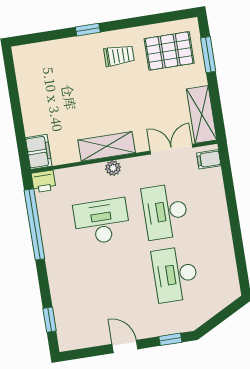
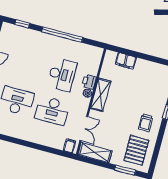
filing cabinet: (39, 152) -> (126, 61), moved
printer: (44, 181) -> (89, 82), moved
desk: (165, 211) -> (52, 111), turned 180
window: (34, 224) -> (62, 35), moved

